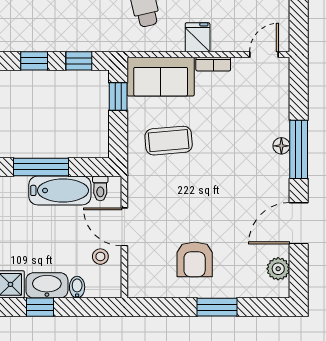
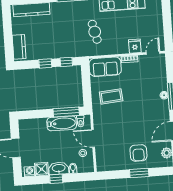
fridge: (198, 37) -> (135, 46), moved
window: (118, 97) -> (86, 77), removed
window: (41, 167) -> (66, 112), moved
armchair: (195, 259) -> (138, 153), moved

